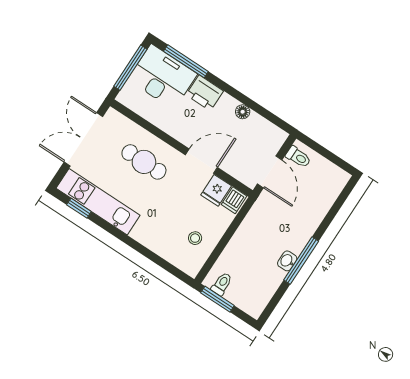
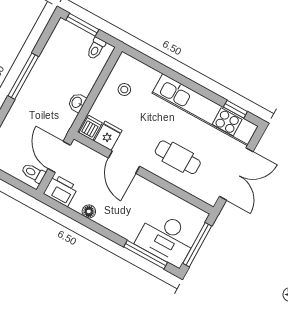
printer: (205, 93) -> (61, 190), moved
door: (201, 161) -> (124, 162), hinge flipped
kitchen unit: (98, 202) -> (205, 110), width x1.36
washbasin: (287, 261) -> (77, 102), moved, turned 180
window: (217, 299) -> (82, 25), moved

